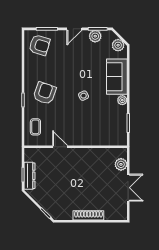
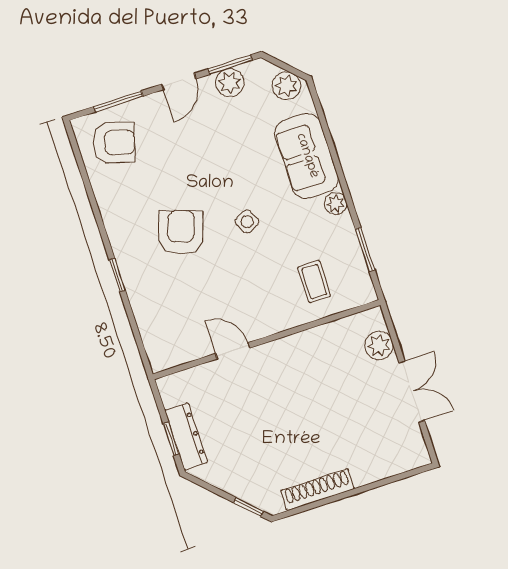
armchair: (45, 93) -> (181, 233), moved
coffee table: (35, 127) -> (314, 282), moved
shoe rack: (88, 215) -> (317, 490), moved

